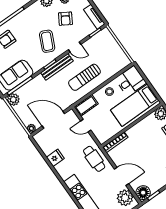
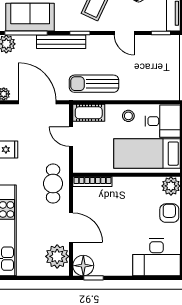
bench: (57, 67) -> (61, 42), moved
sun lounger: (84, 77) -> (94, 84), moved

